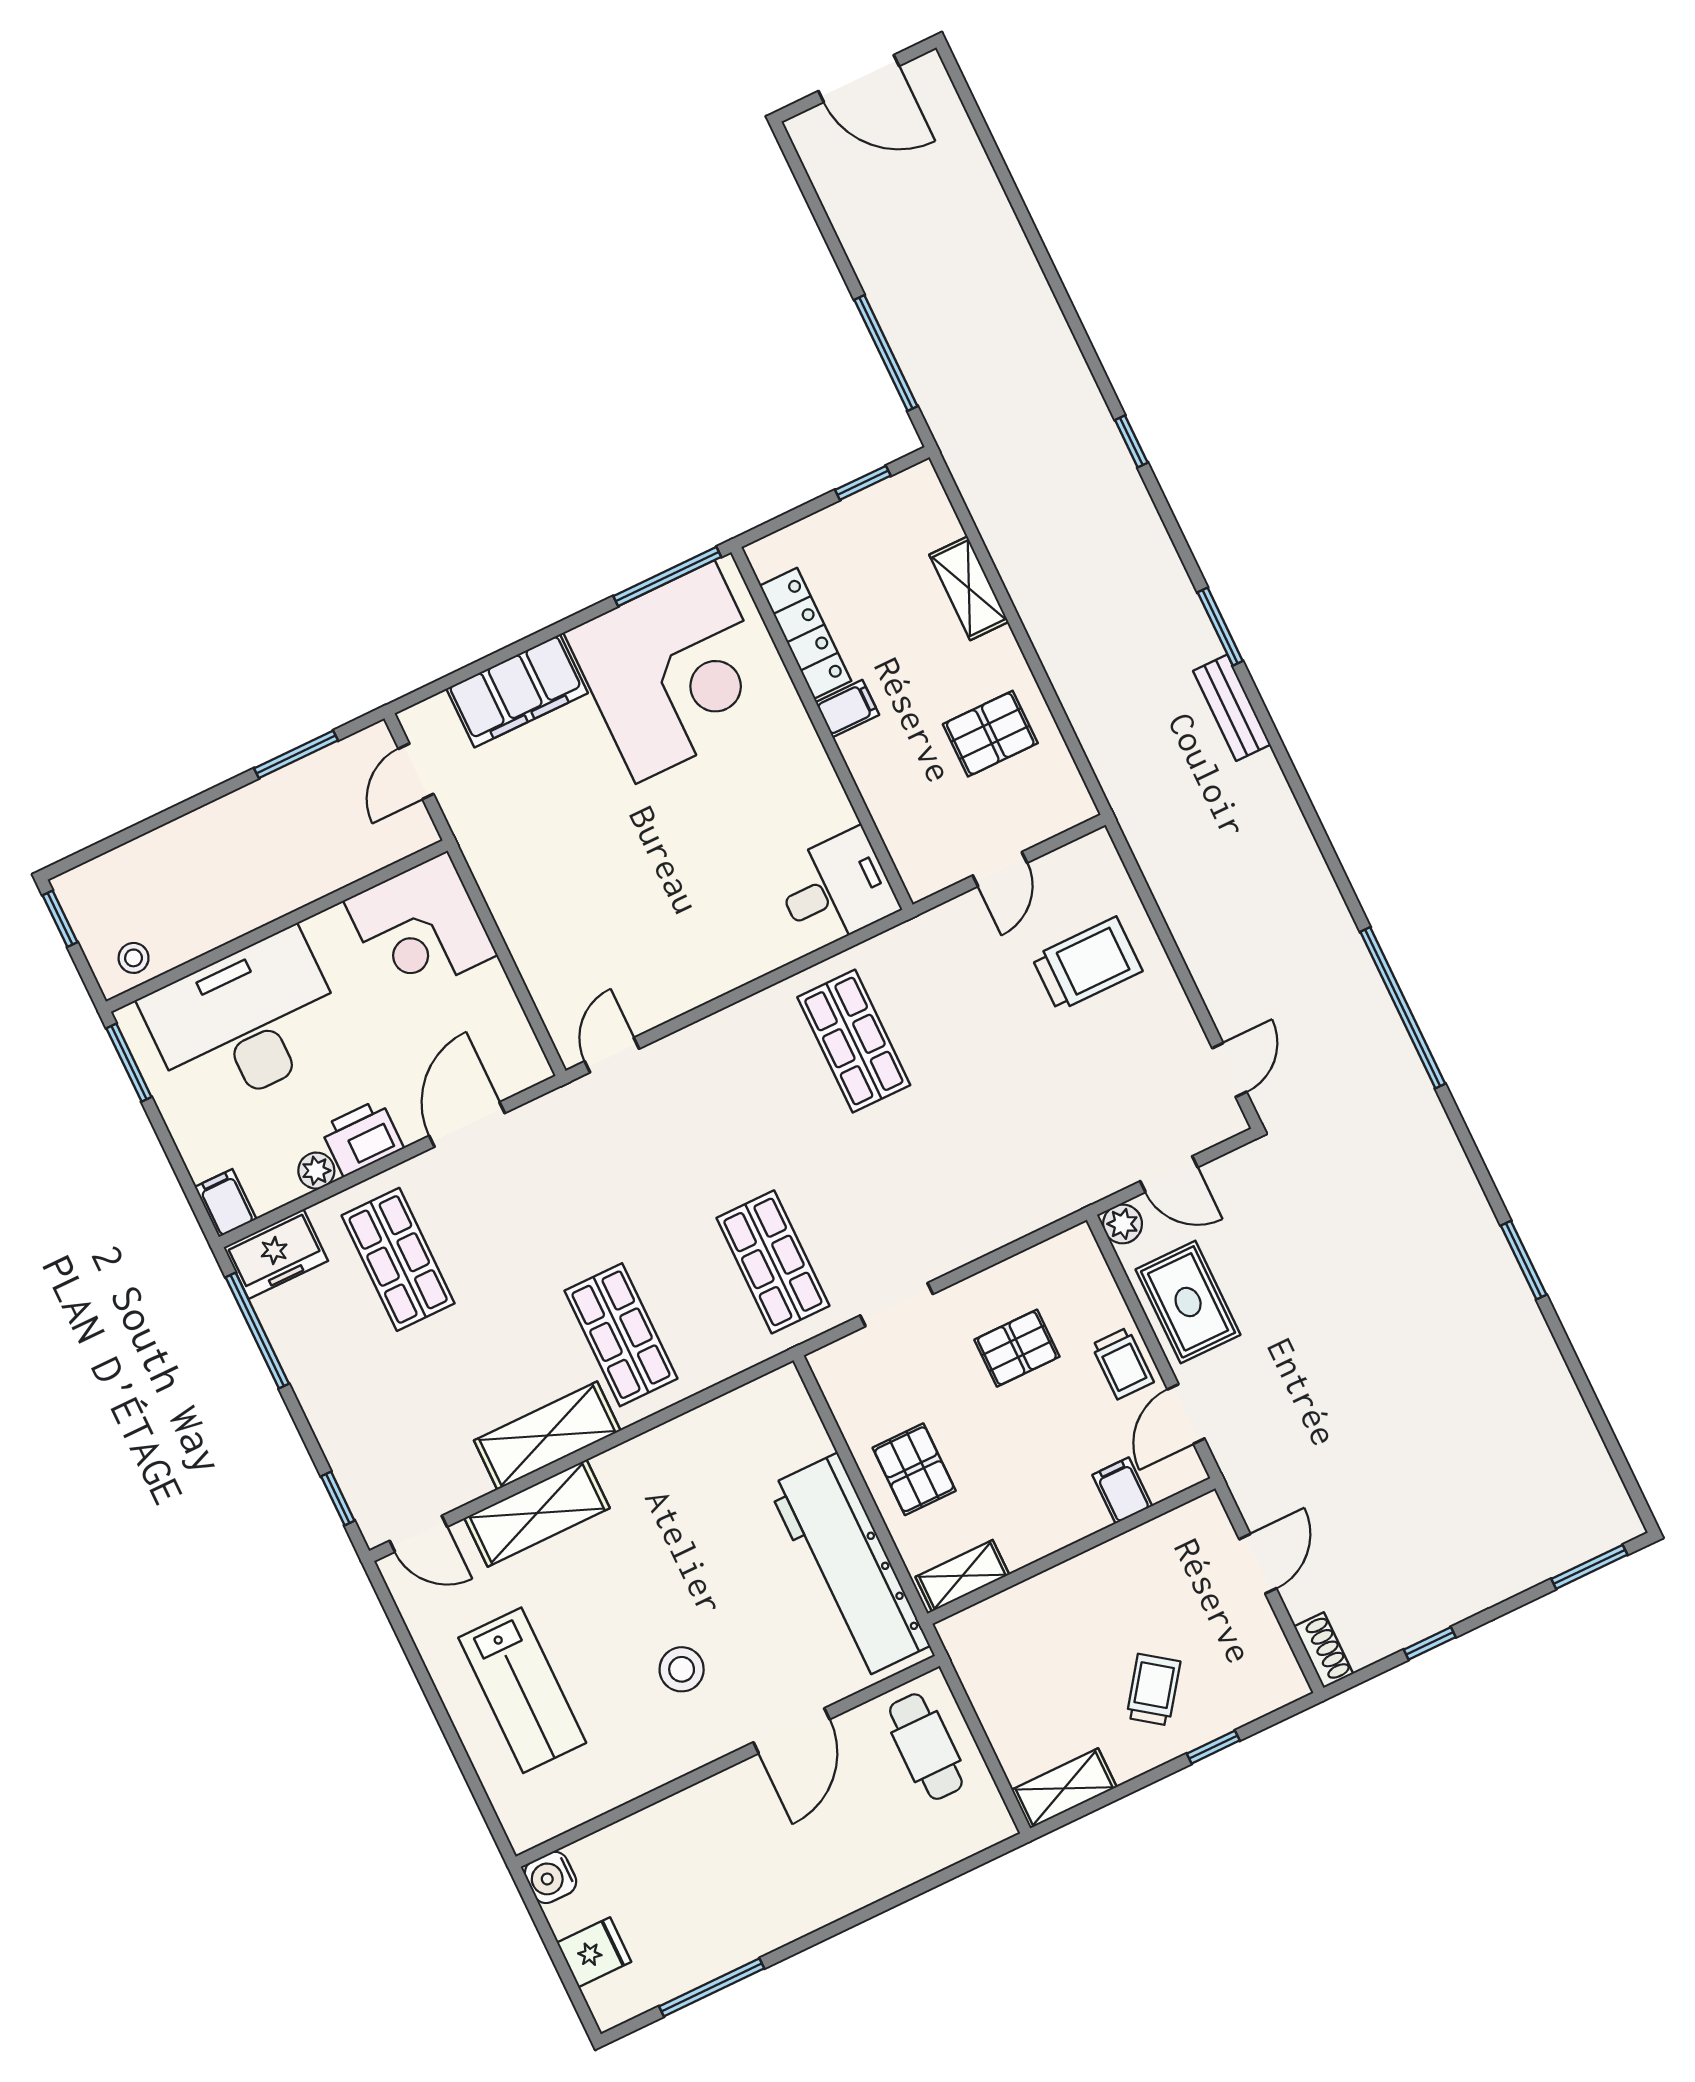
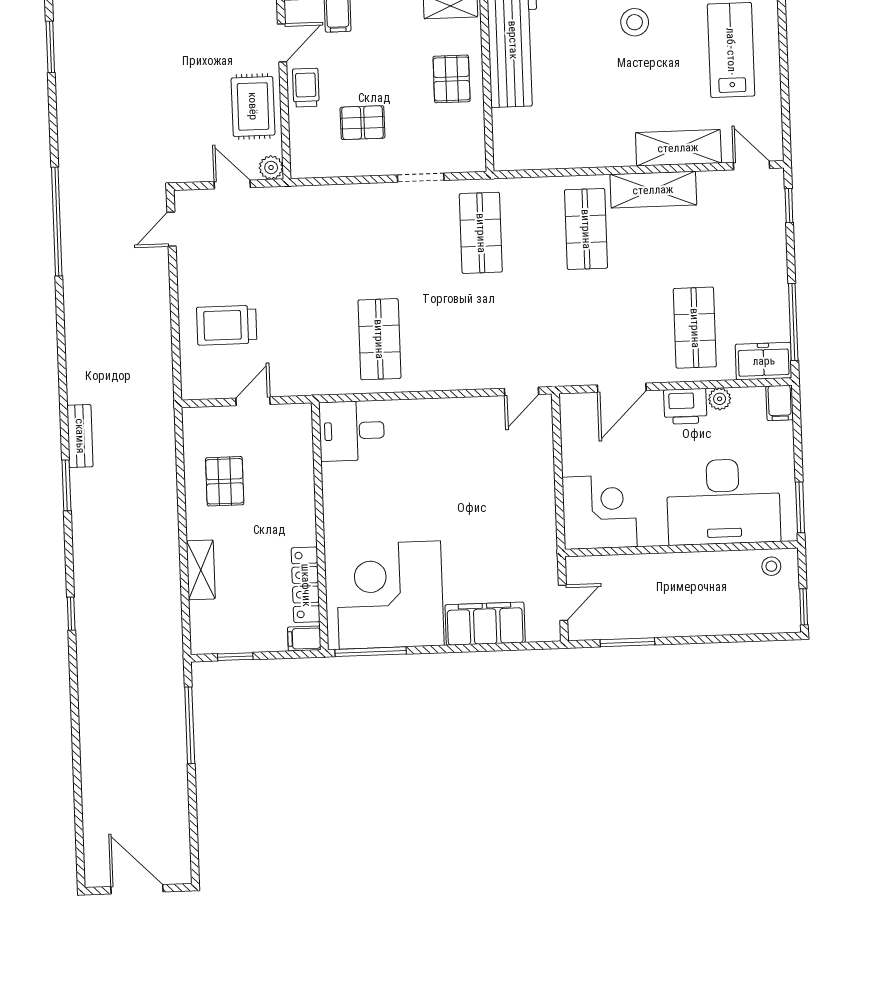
filing cabinet: (847, 709) -> (304, 639), moved
pallet: (990, 734) -> (225, 481), turned 90

